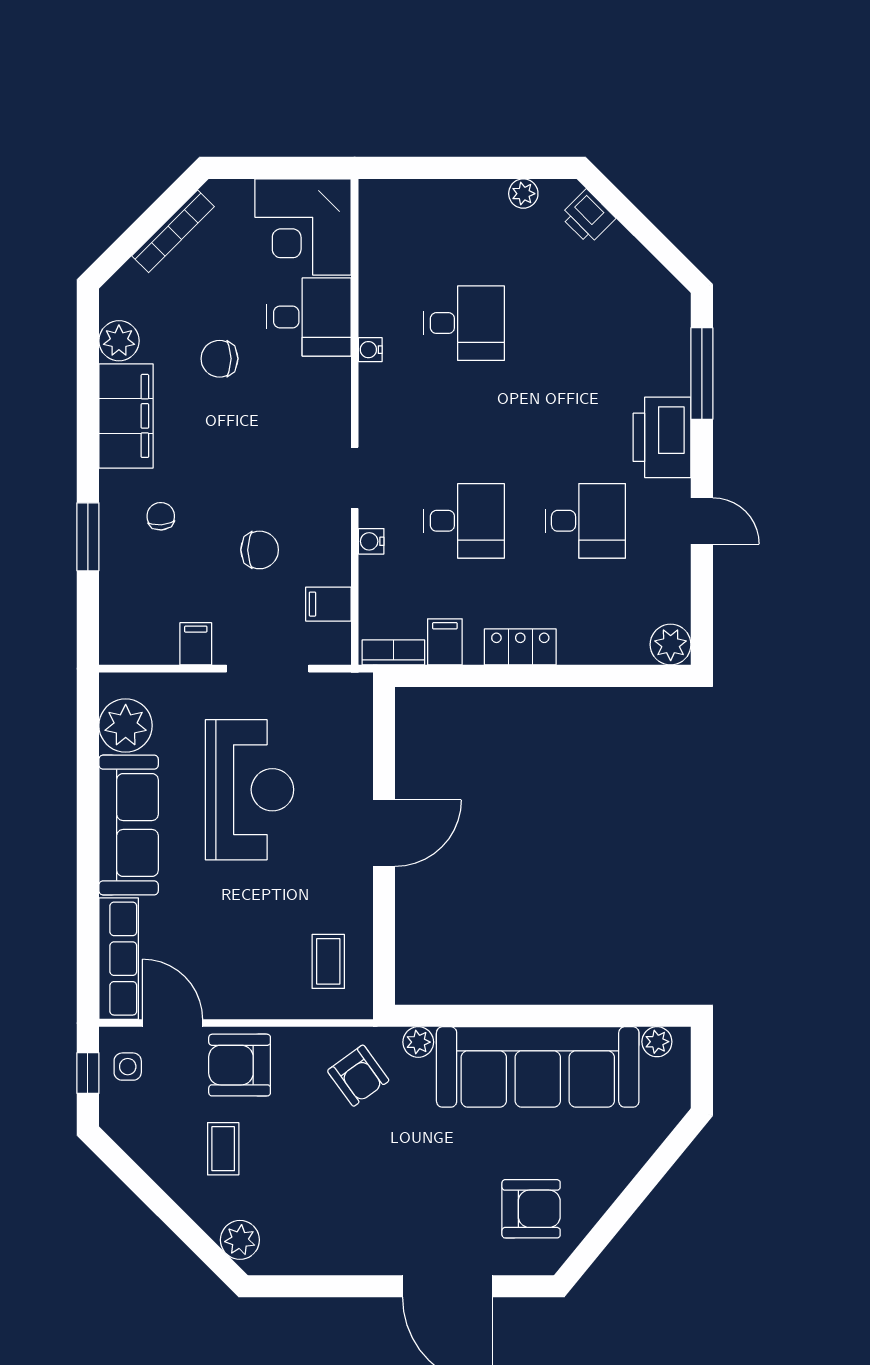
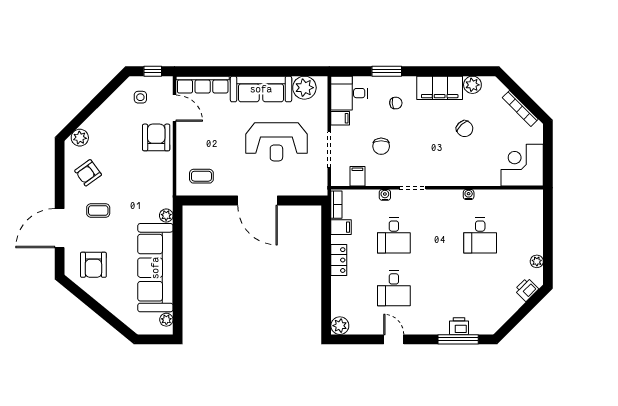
desk: (309, 317) -> (349, 93), moved, turned 90
chair: (219, 359) -> (465, 129), turned 137
printer: (662, 437) -> (459, 326), moved, width x0.53, depth x0.68
door: (702, 521) -> (394, 339), swing flipped
door: (384, 833) -> (257, 201), width x1.36
door: (172, 1023) -> (174, 108), hinge flipped
side table: (128, 1067) -> (140, 97), moved
armchair: (358, 1076) -> (88, 173), moved
coffee table: (223, 1149) -> (98, 210), moved

